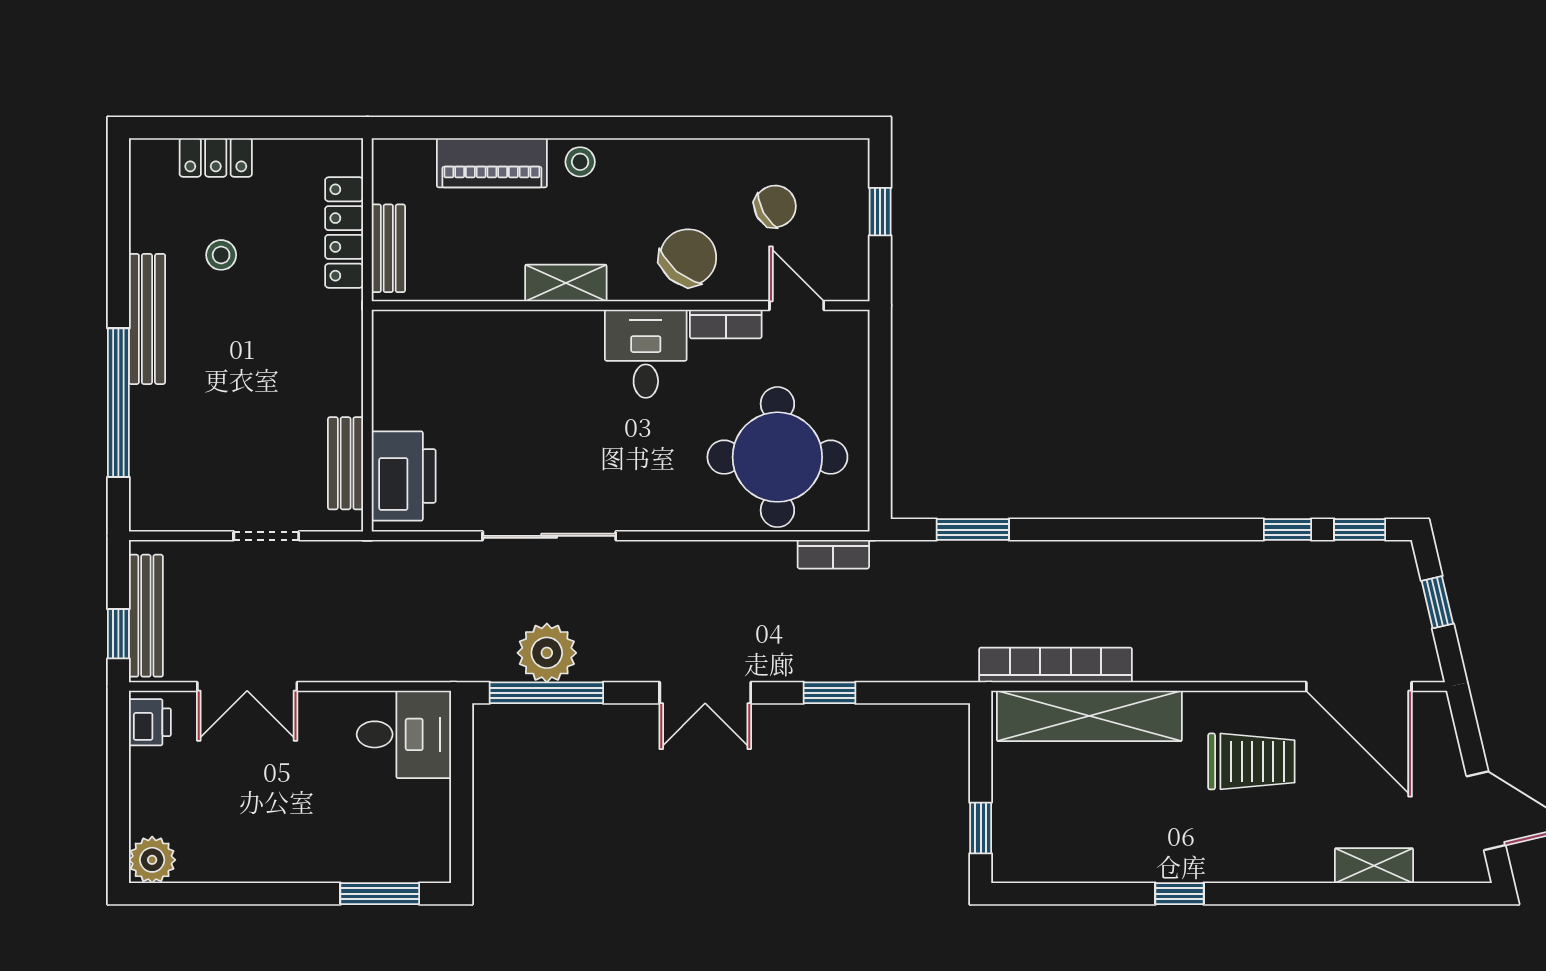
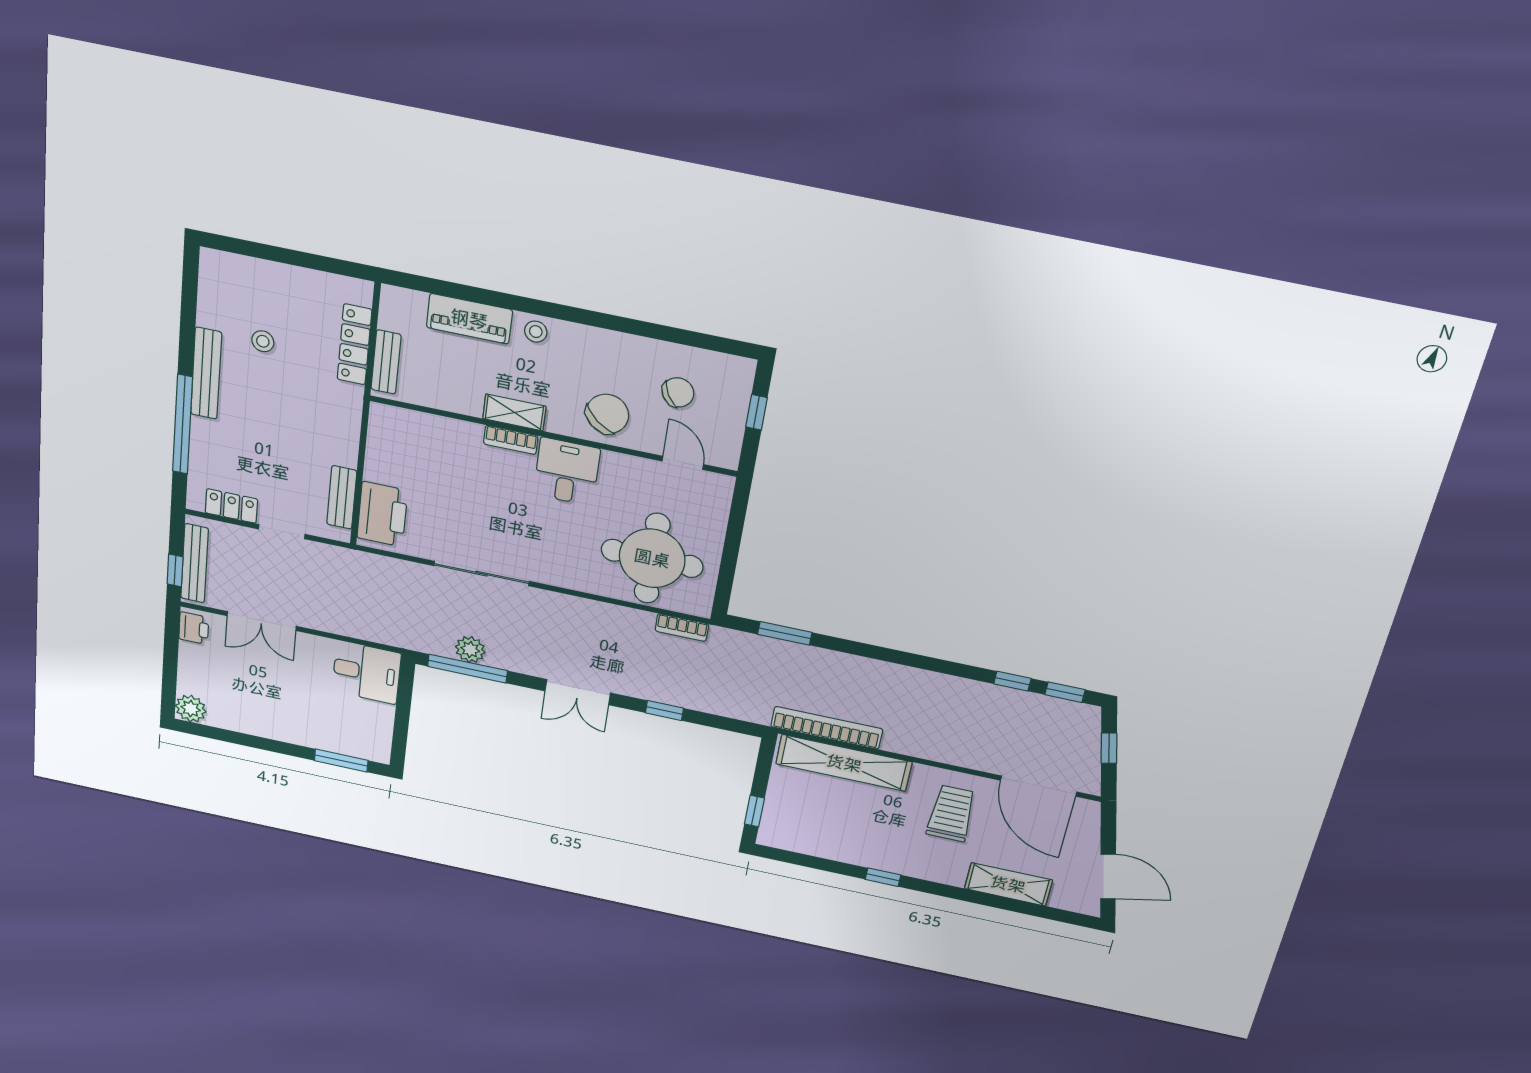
locker: (216, 157) -> (231, 506), moved, turned 180
bookcase: (726, 324) -> (511, 440), moved
plant: (547, 653) -> (470, 649), width x0.73, depth x0.73
trolley: (1251, 761) -> (951, 813), turned -90
shelving: (1374, 866) -> (1008, 884), width x1.50, depth x1.33

